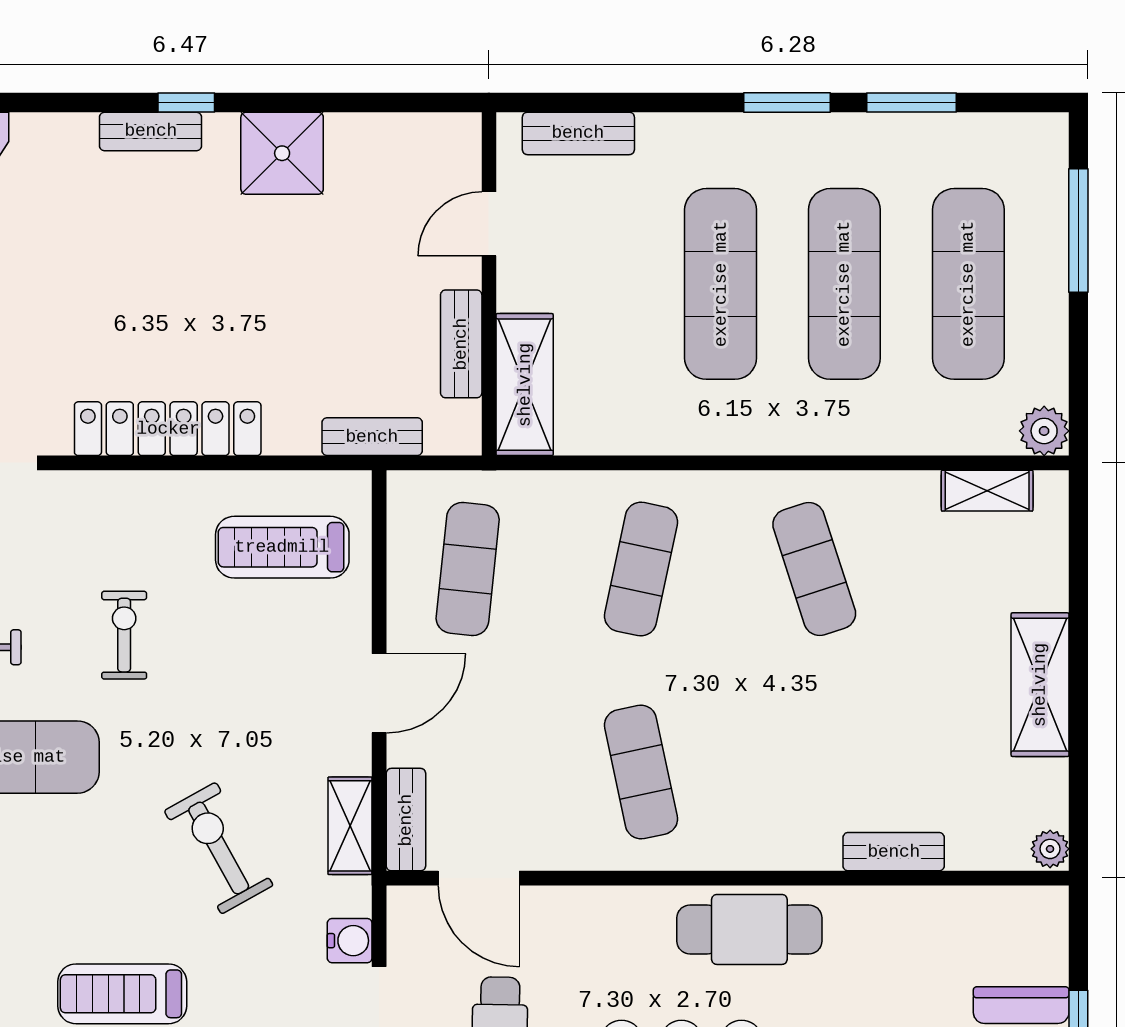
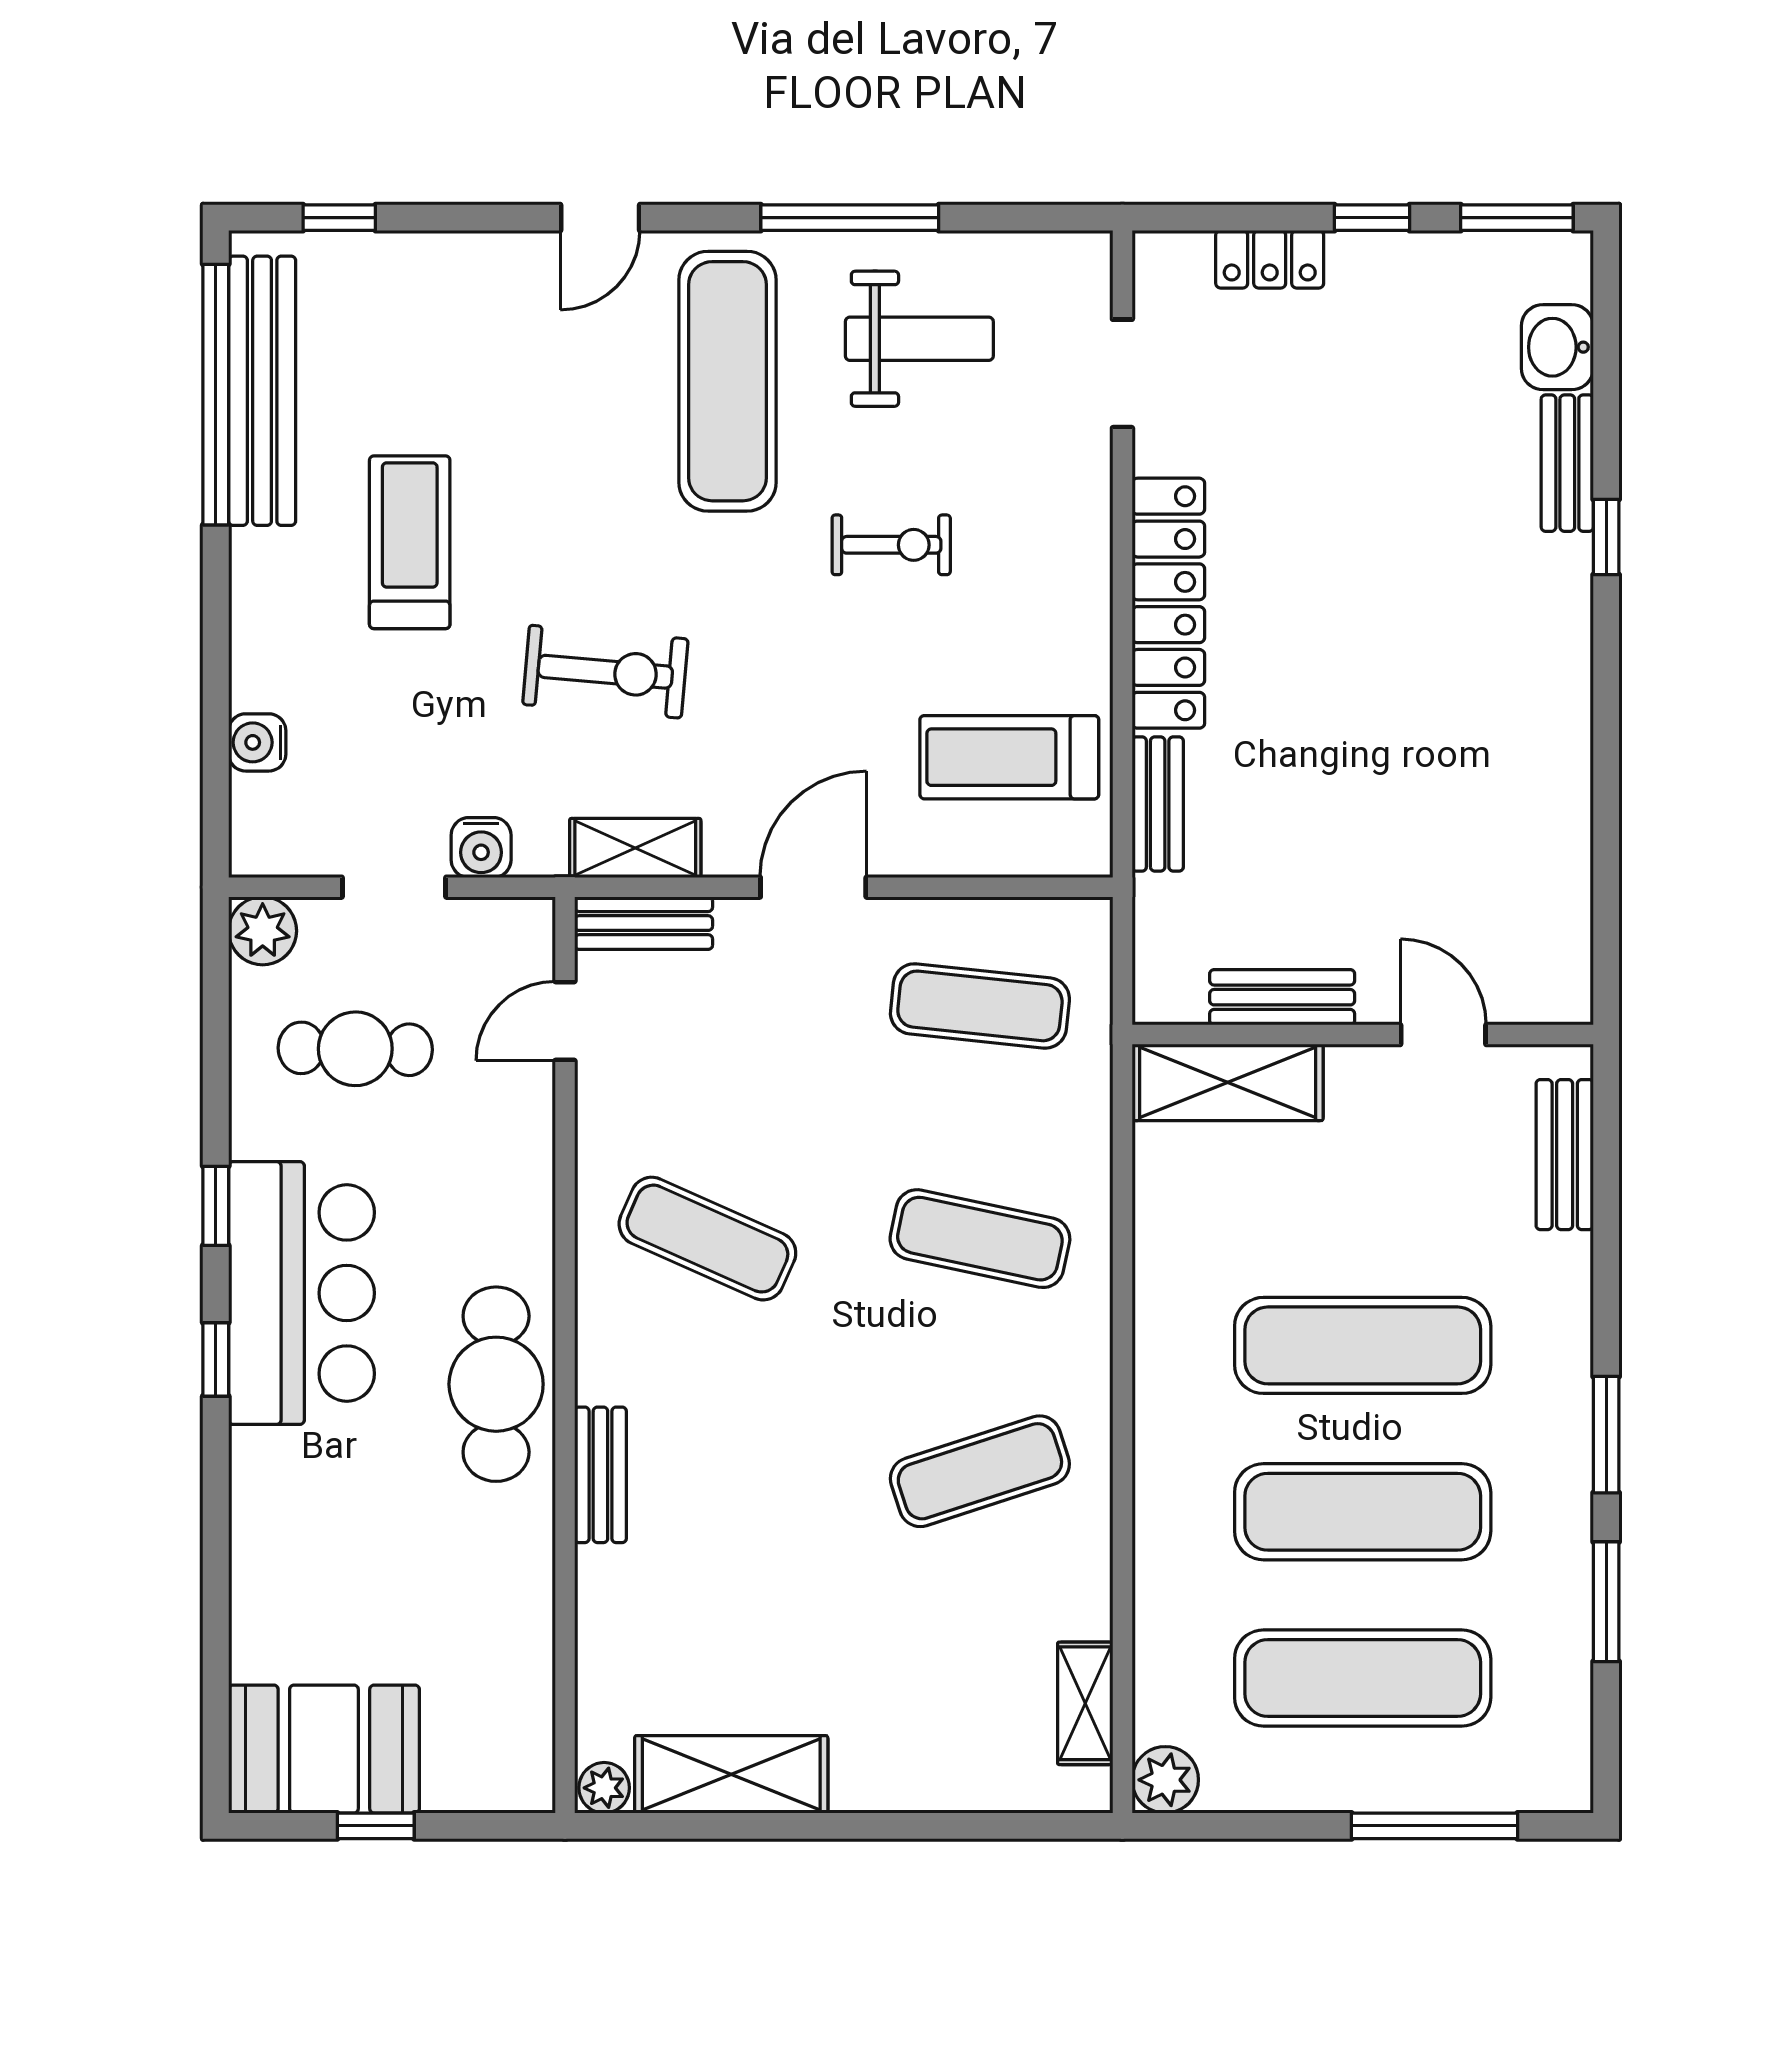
window: (186, 103) -> (1606, 537), moved
bench: (151, 131) -> (1567, 463), moved
shower: (282, 153) -> (1538, 757), removed
bench: (372, 437) -> (1158, 804), moved
treadmill: (282, 547) -> (1009, 757), turned -90
shelving: (1040, 685) -> (731, 1774), moved
door: (379, 693) -> (813, 887), swing flipped
exercise mat: (641, 772) -> (707, 1239), turned 36
exercise bike: (219, 848) -> (605, 672), turned 34
bench: (894, 852) -> (600, 1475), moved
door: (479, 878) -> (565, 1021), width x0.73

